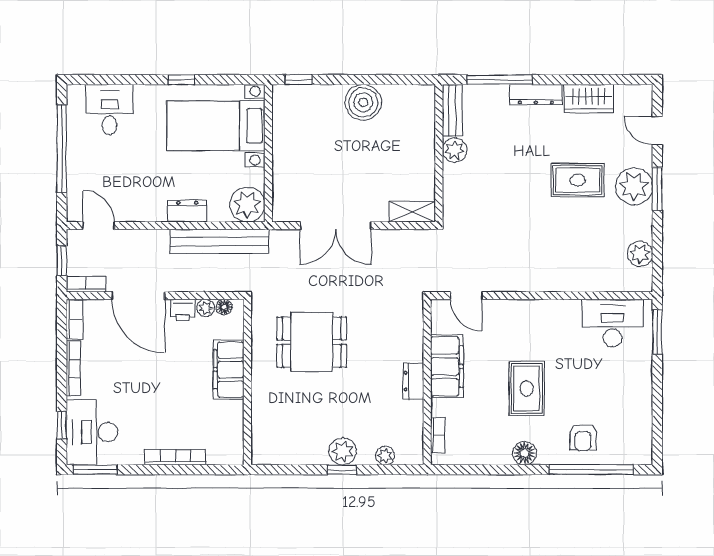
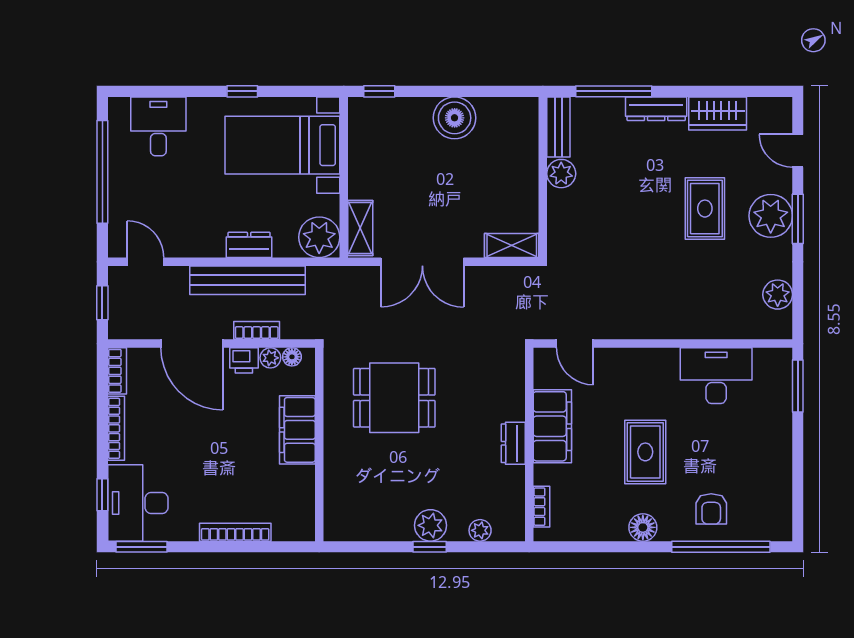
rug: (578, 180) -> (705, 209), turned 90
shelving: (282, 197) -> (360, 228), added
bench: (219, 241) -> (247, 280), moved
bookcase: (86, 284) -> (257, 330), moved
desk: (613, 323) -> (716, 376), moved

